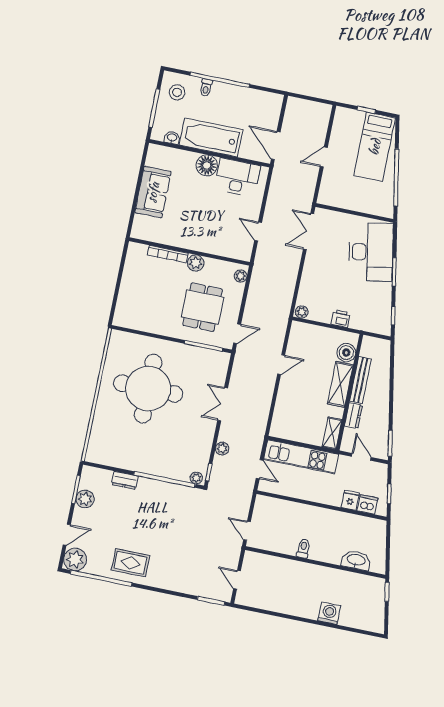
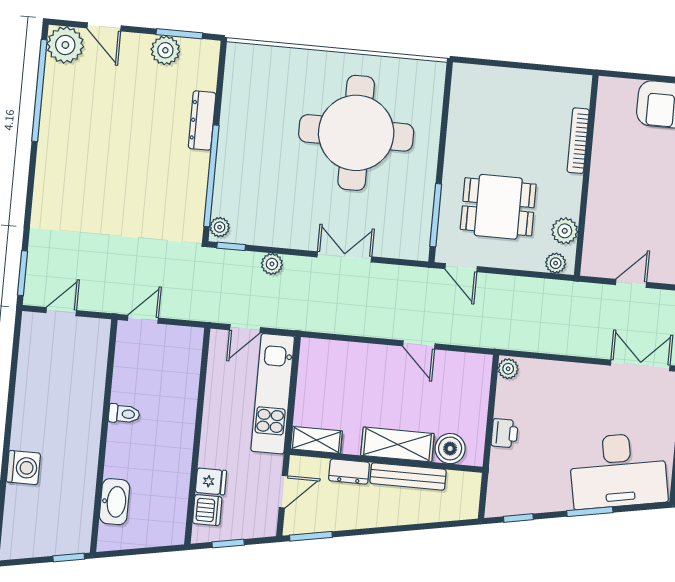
plant: (196, 263) -> (565, 231), moved
dresser: (125, 480) -> (202, 121), width x1.44
rug: (131, 563) -> (70, 136), removed

